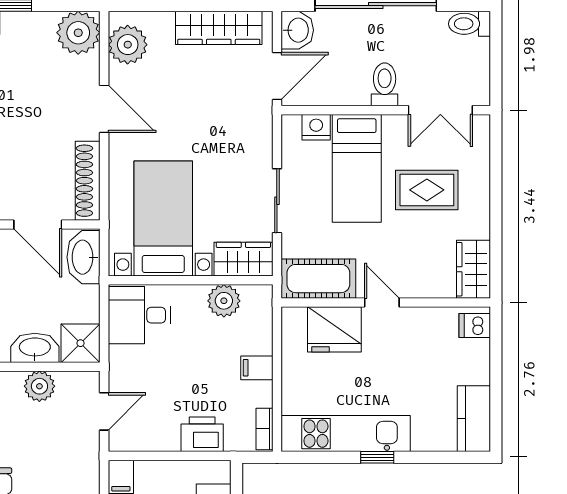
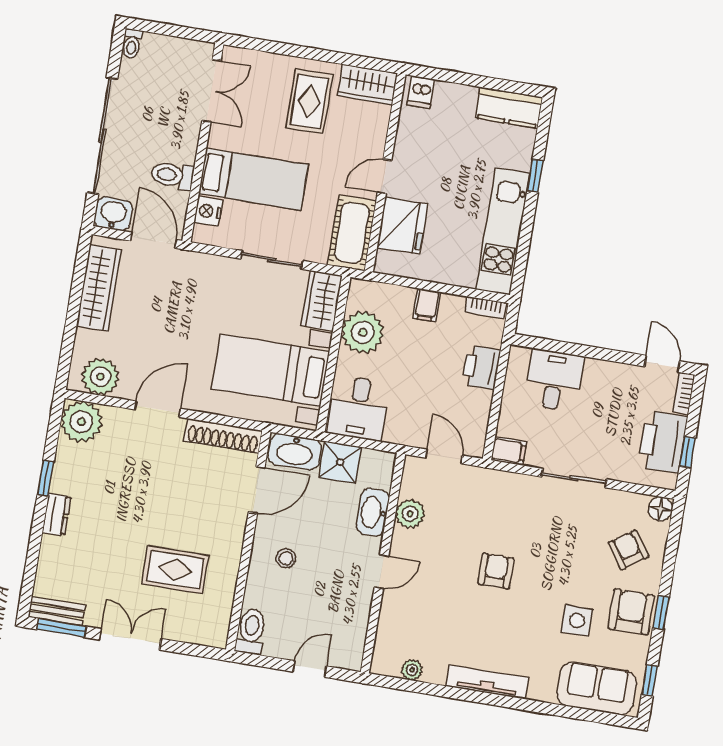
toilet: (470, 24) -> (132, 44), width x0.73, depth x0.72
toilet: (385, 84) -> (172, 175), moved
rug: (427, 190) -> (309, 101), moved
plant: (224, 301) -> (363, 332), width x1.36, depth x1.36
shower: (81, 343) -> (340, 462), moved
window: (377, 457) -> (535, 176), moved

